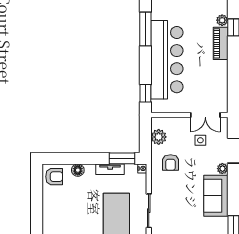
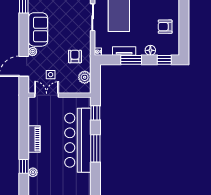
window: (145, 29) -> (95, 148), moved
piano: (221, 43) -> (34, 139), moved
window: (61, 158) -> (164, 60), added
window: (122, 158) -> (131, 60), moved
armchair: (54, 177) -> (165, 27), moved

